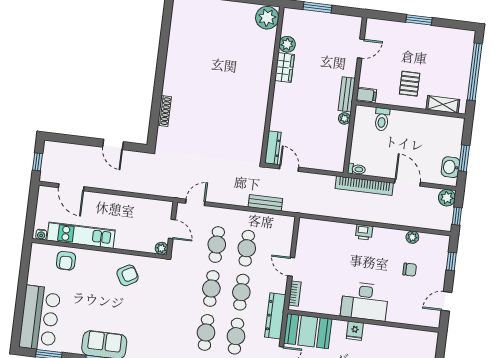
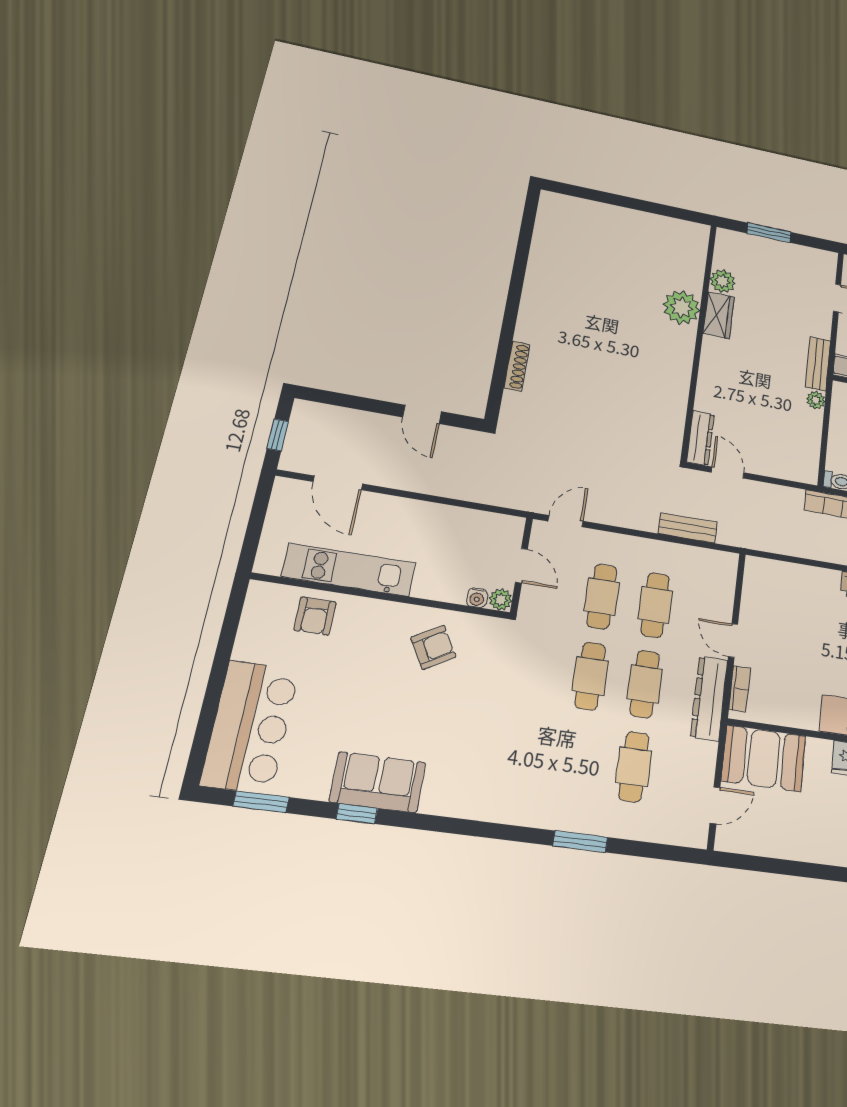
plant: (267, 18) -> (682, 307), moved
water cooler: (41, 235) -> (477, 598), moved
dresser: (275, 316) -> (709, 698), moved
cafe table: (206, 332) -> (578, 759), removed

